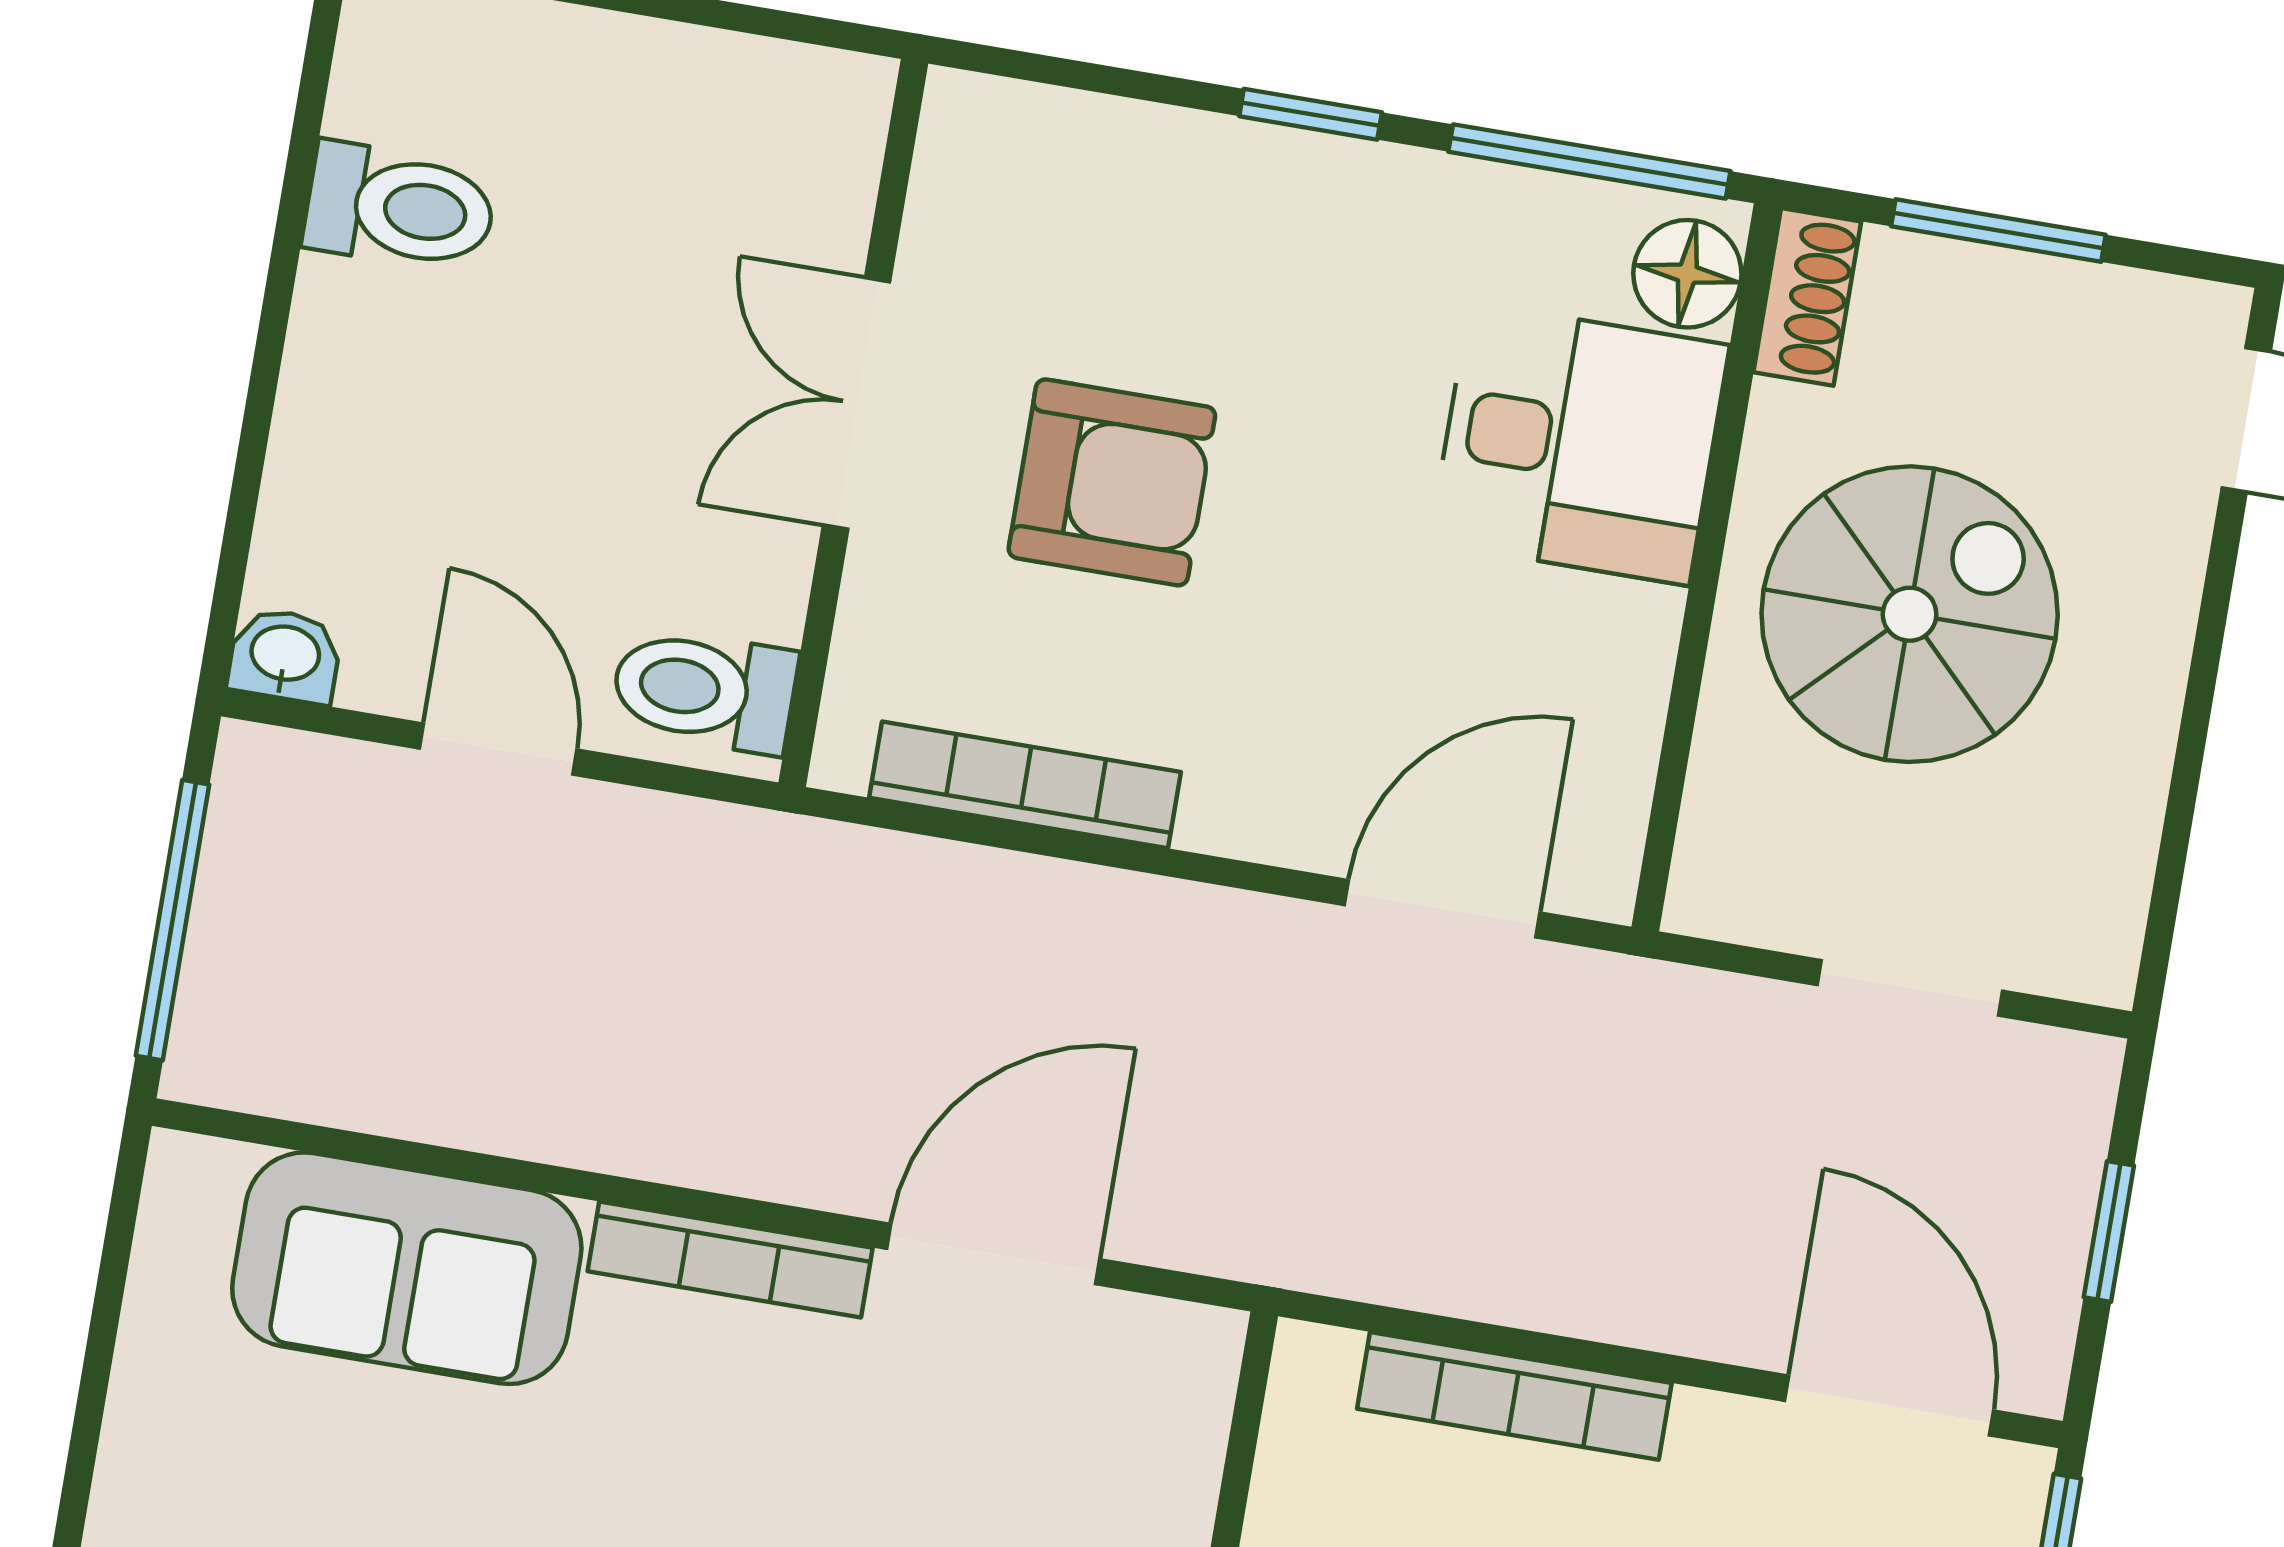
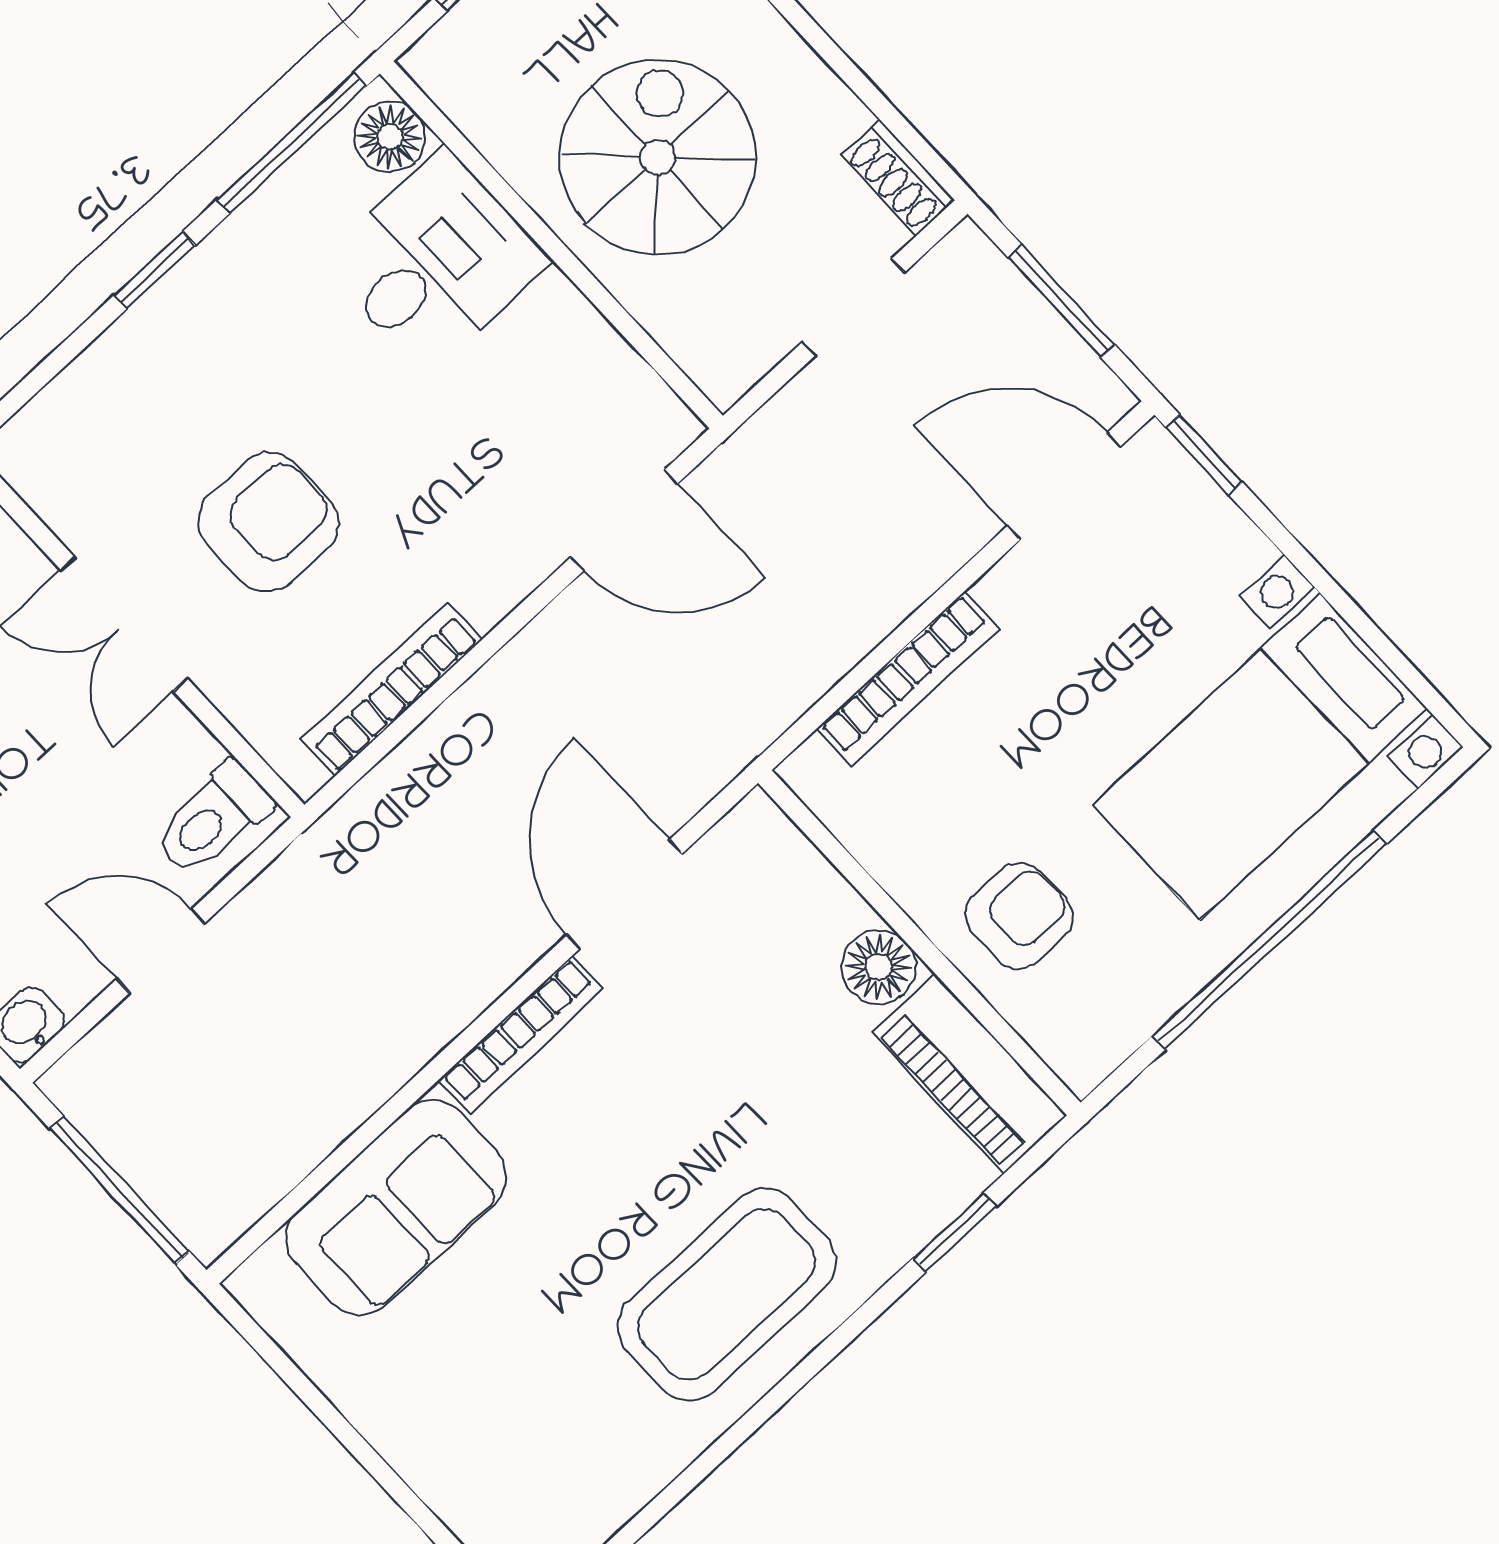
shoe rack: (1807, 297) -> (898, 178), moved, turned 180
door: (1442, 909) -> (624, 520), swing flipped
window: (2109, 1231) -> (1061, 301), width x1.50

